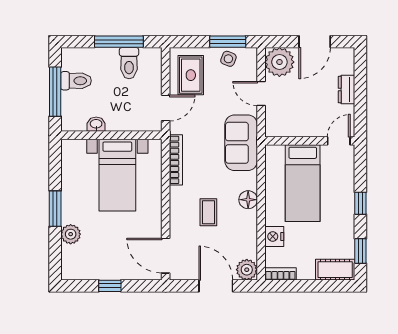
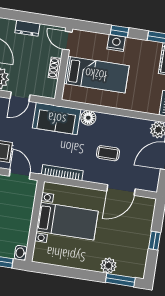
washbasin: (96, 124) -> (21, 253), moved
shoe rack: (303, 131) -> (55, 68), added
floor lamp: (248, 200) -> (88, 118), moved
window: (55, 209) -> (120, 280), moved
nightstand: (274, 236) -> (116, 43), moved, turned 180
door: (166, 256) -> (121, 190), moved

